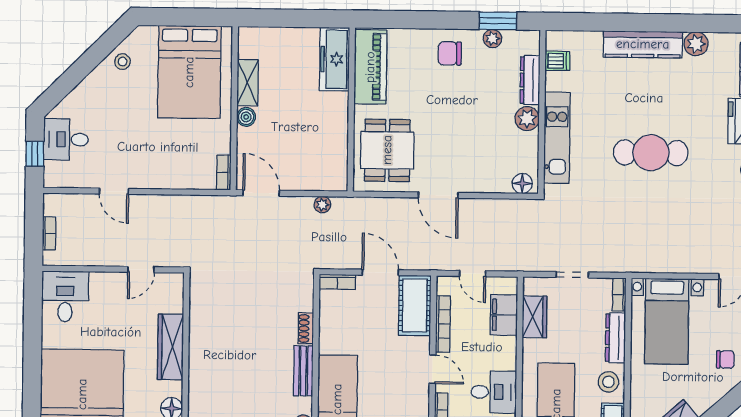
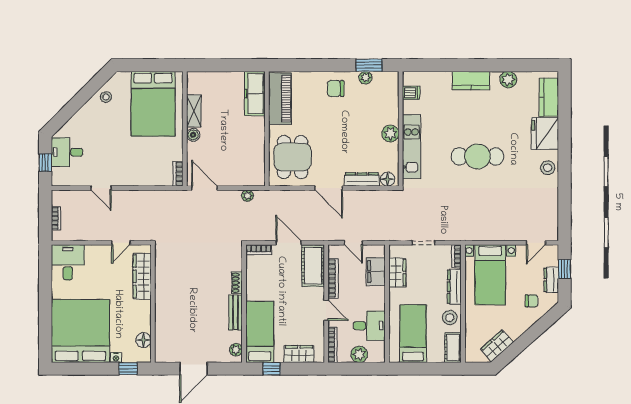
kitchen counter: (643, 44) -> (471, 81), width x0.67
dresser: (530, 80) -> (362, 179), moved, turned 90
wardrobe: (171, 347) -> (142, 276), moved

